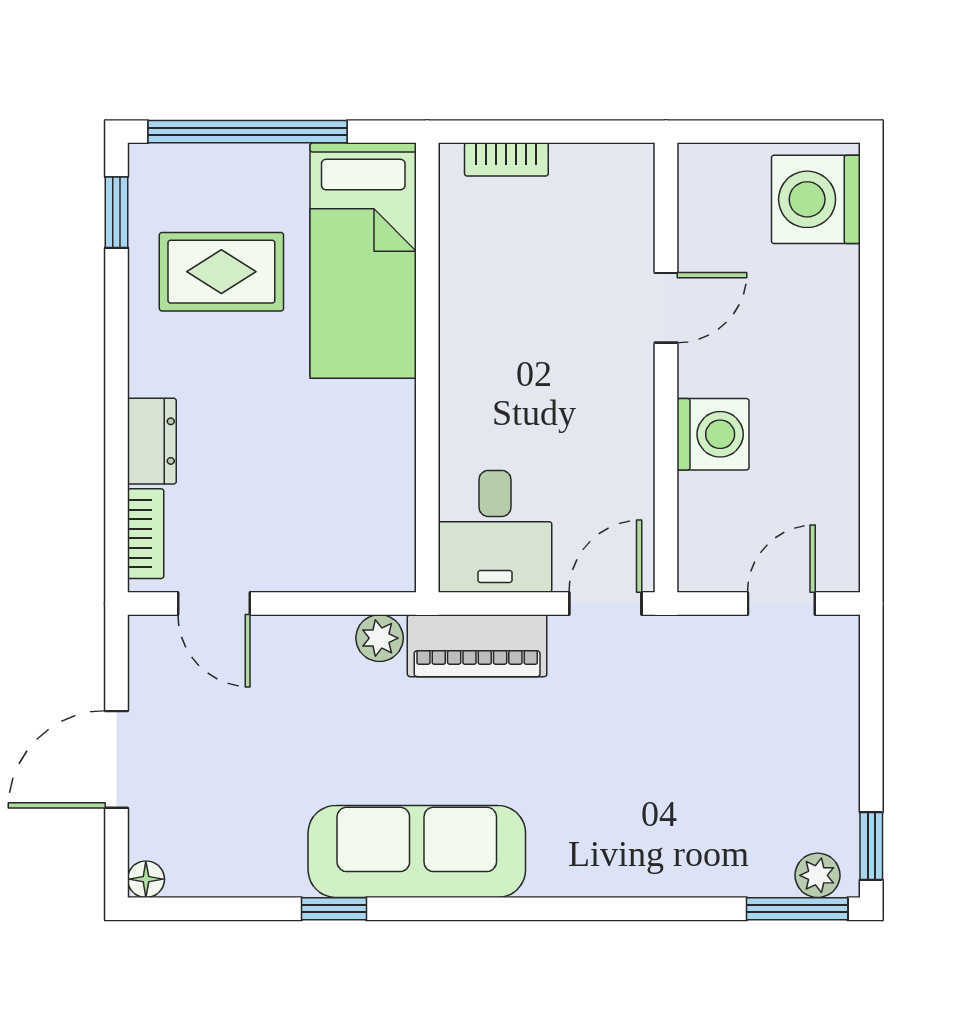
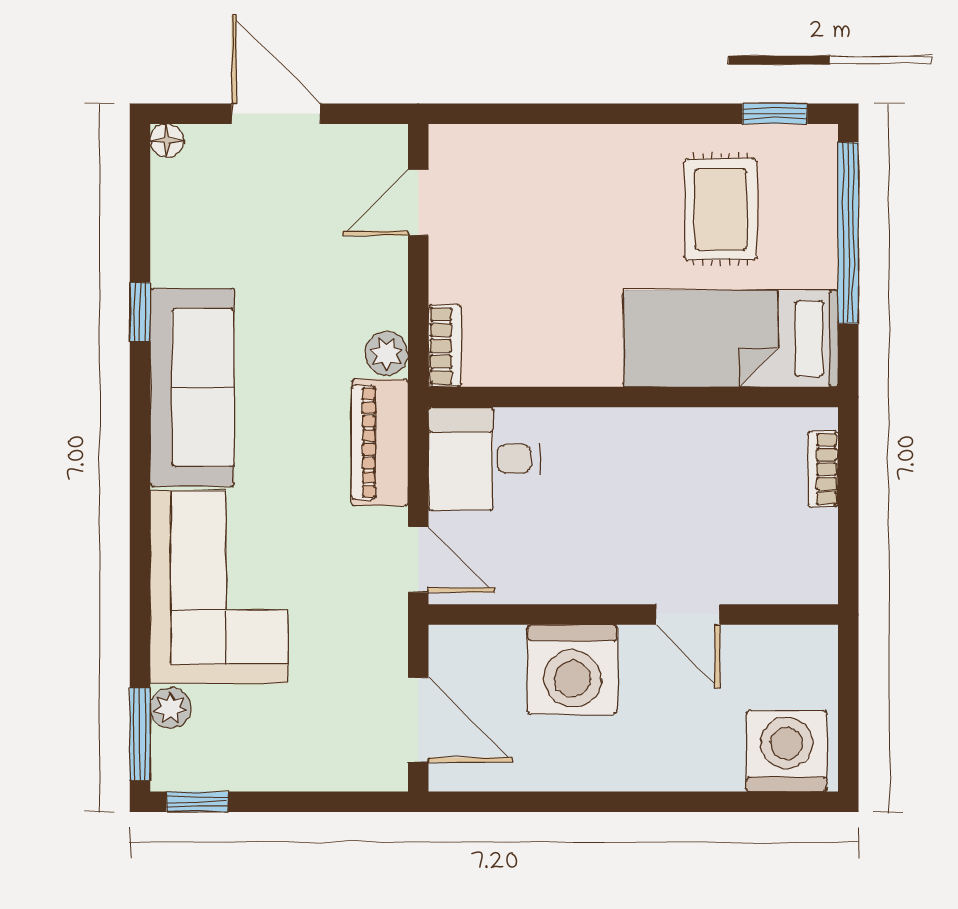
washing machine: (713, 434) -> (572, 670), width x1.37, depth x1.37
dresser: (152, 441) -> (566, 146), removed
bookcase: (146, 534) -> (445, 346), moved, turned -90
door: (781, 603) -> (418, 720), width x1.38
corner sofa: (636, 822) -> (219, 587), added
plant: (817, 875) -> (170, 708), moved

